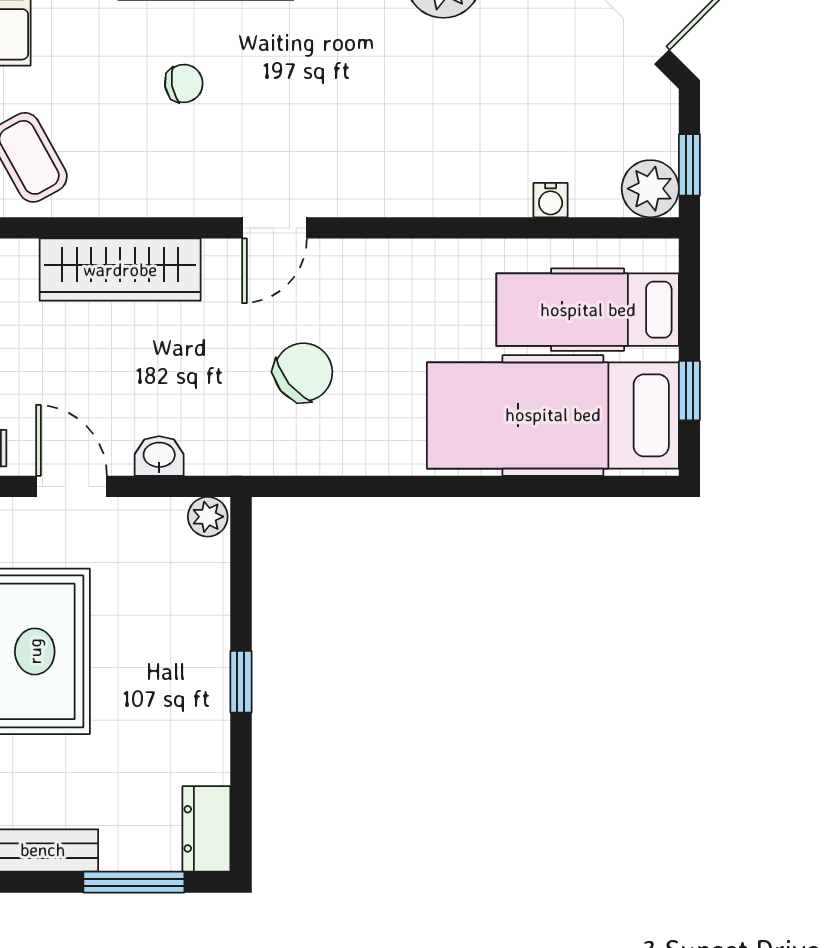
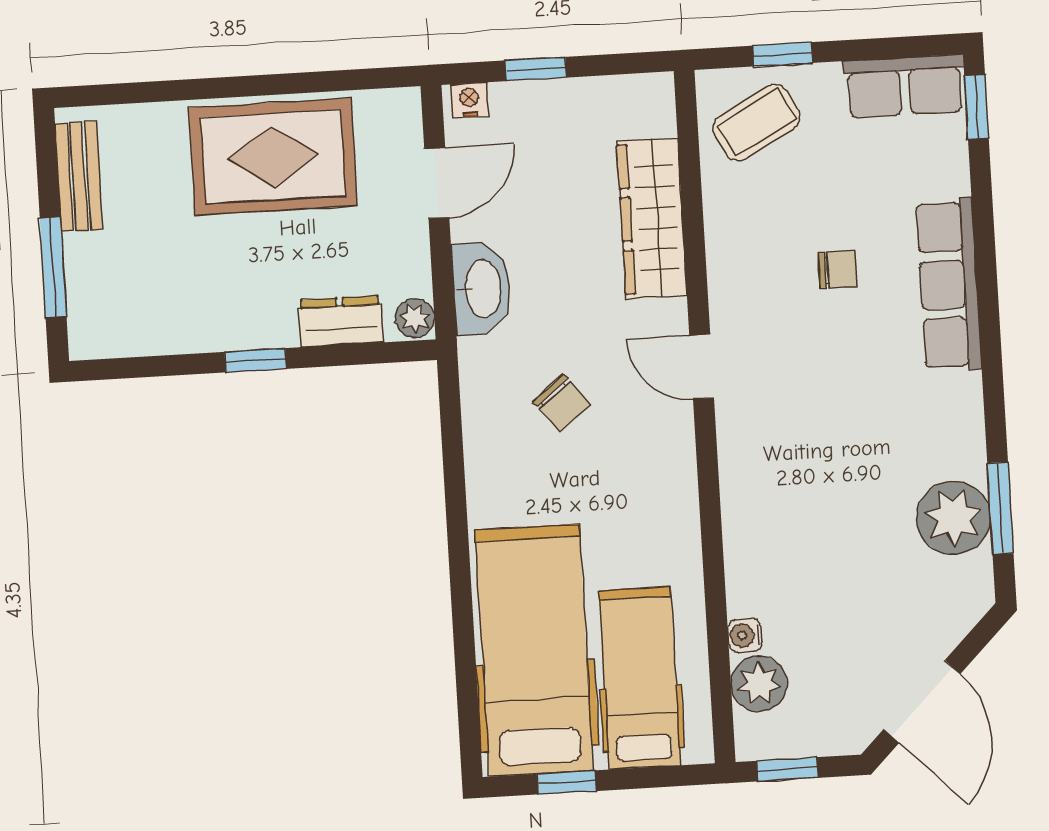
chair: (184, 83) -> (838, 270), turned -80
plant: (650, 189) -> (759, 684), moved
chair: (303, 372) -> (562, 403), width x0.73, depth x0.73
washbasin: (159, 456) -> (482, 289), width x1.91, depth x1.45
dresser: (206, 829) -> (341, 321), moved

